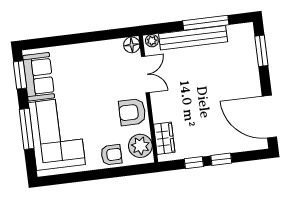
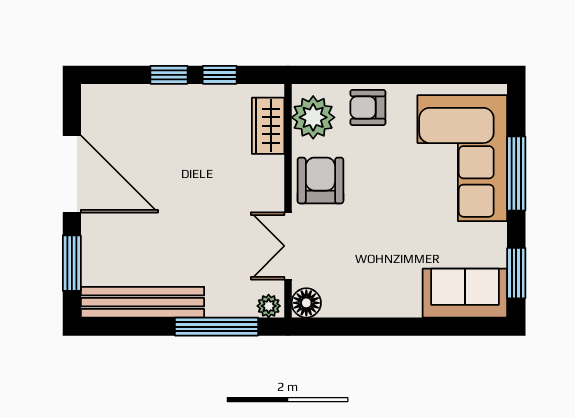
window: (206, 23) -> (216, 327), moved
bench: (193, 38) -> (143, 302), moved
sofa: (39, 77) -> (465, 293), moved, turned 90
armchair: (132, 112) -> (320, 180), turned -90
door: (269, 117) -> (72, 174), moved

